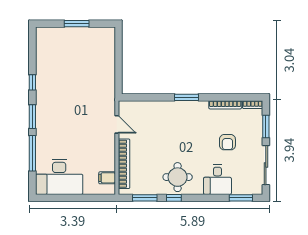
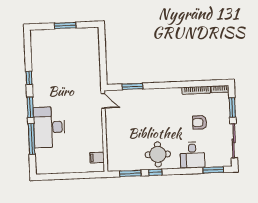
window: (187, 97) -> (132, 86), moved
door: (117, 124) -> (103, 101), moved
armchair: (227, 142) -> (200, 122), turned 90
bookcase: (124, 164) -> (111, 145), removed
desk: (59, 177) -> (49, 127), moved, turned 90

